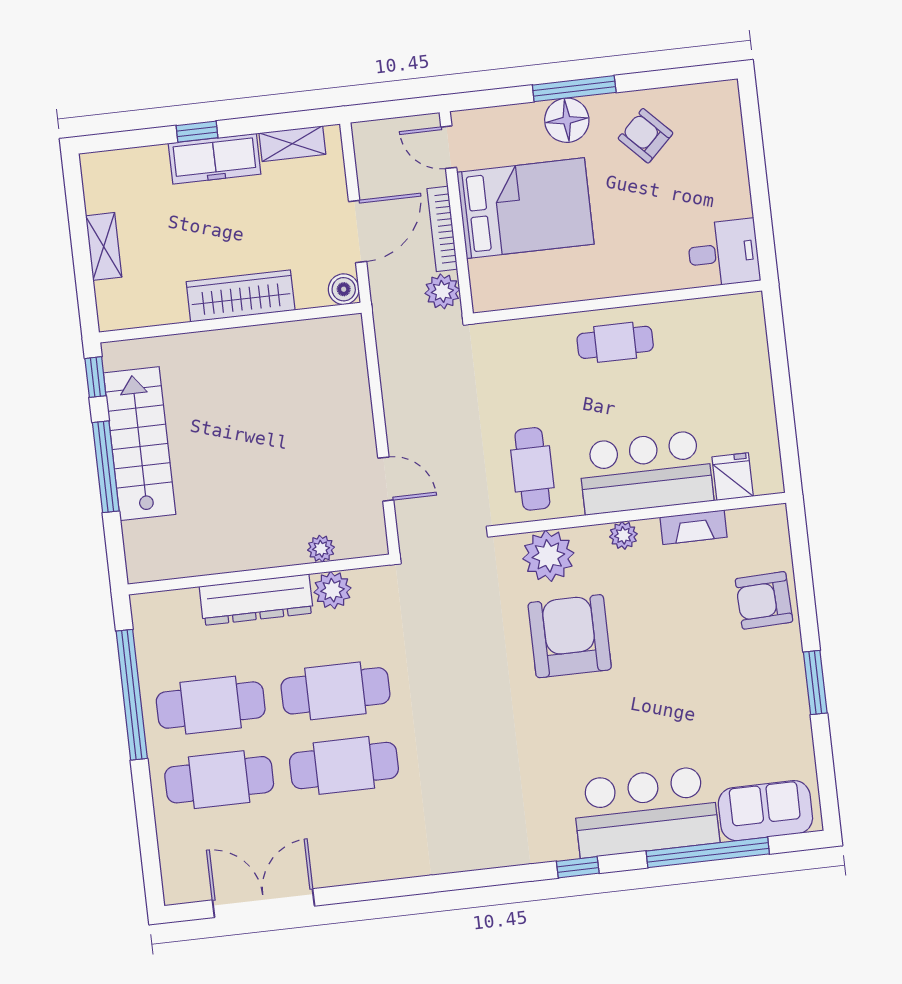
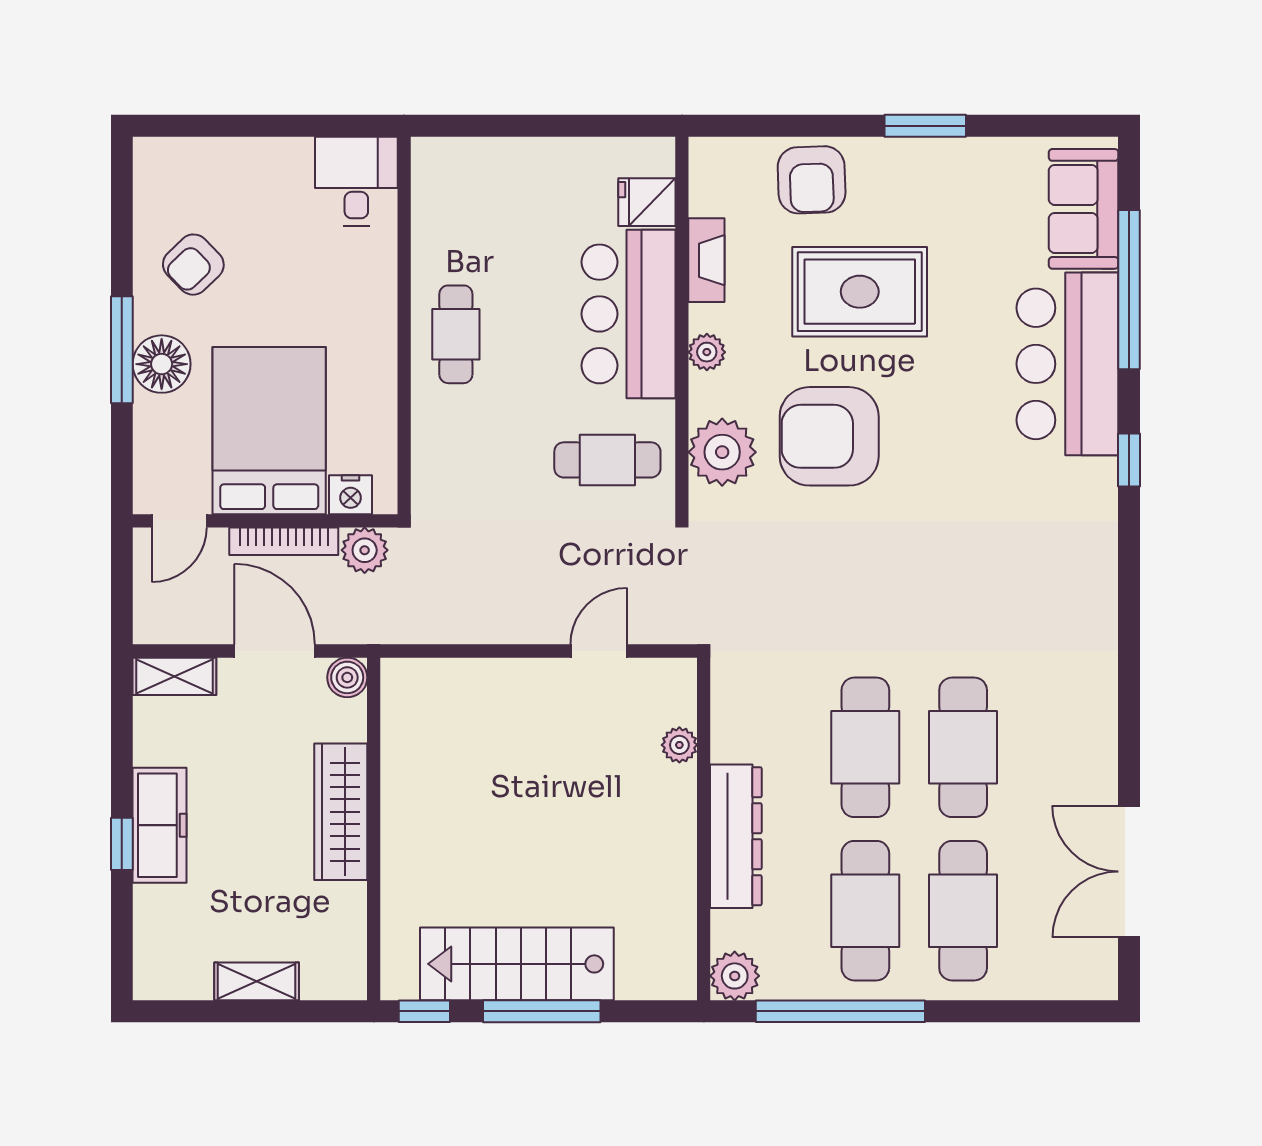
shelving: (292, 144) -> (174, 676), moved, turned 90
nightstand: (484, 276) -> (351, 495), added
plant: (332, 590) -> (735, 976), moved
rug: (683, 647) -> (860, 292), added

